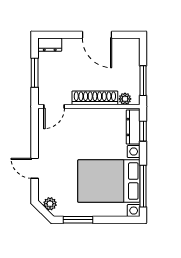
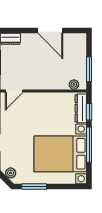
shoe rack: (95, 98) -> (48, 84), removed
window: (143, 186) -> (89, 145), moved

